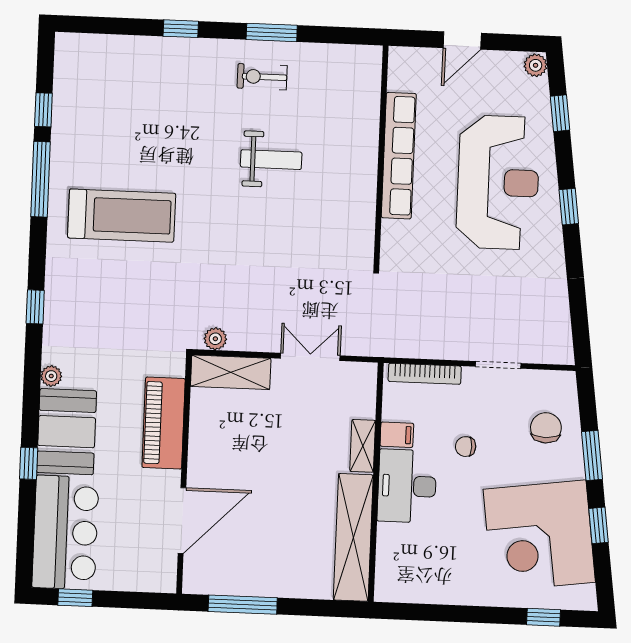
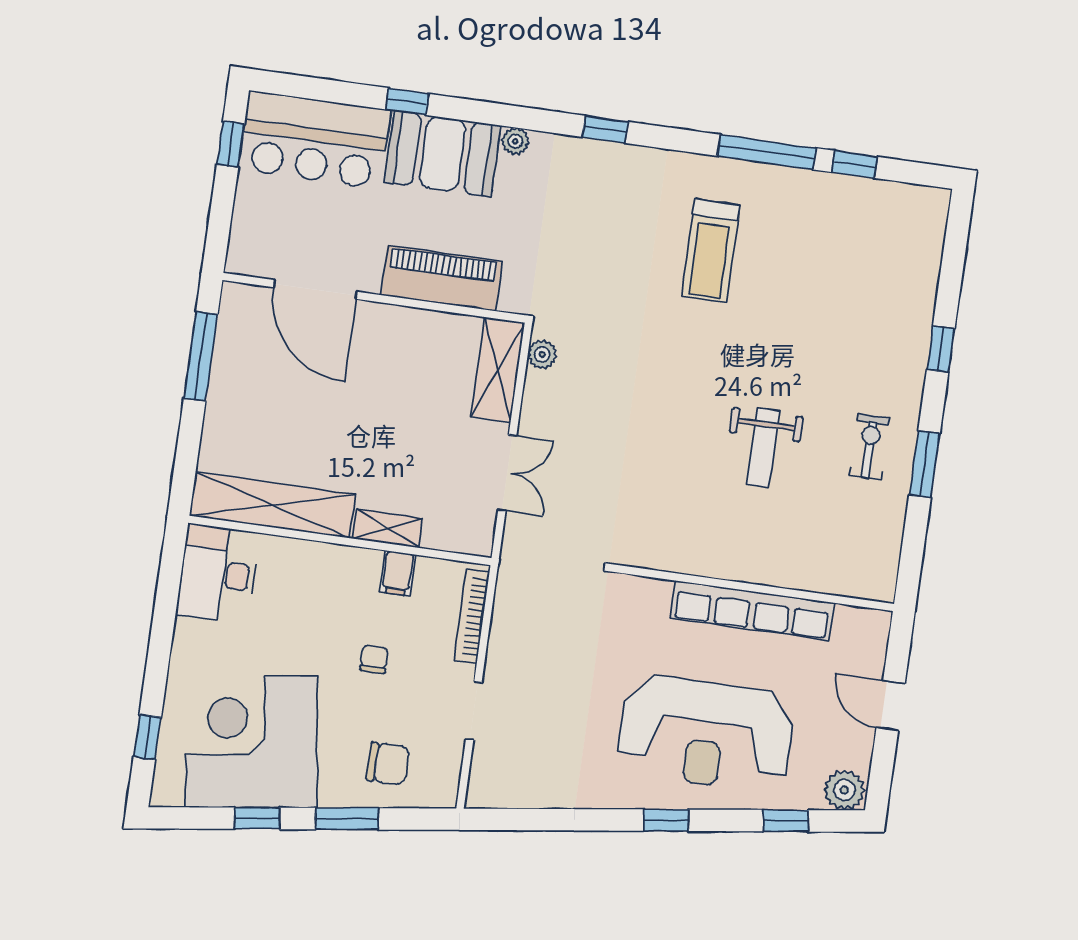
plant: (536, 65) -> (844, 790), width x1.38, depth x1.38
treadmill: (122, 216) -> (711, 251), width x0.73, depth x0.73
desk: (407, 486) -> (218, 574), moved, turned -90

